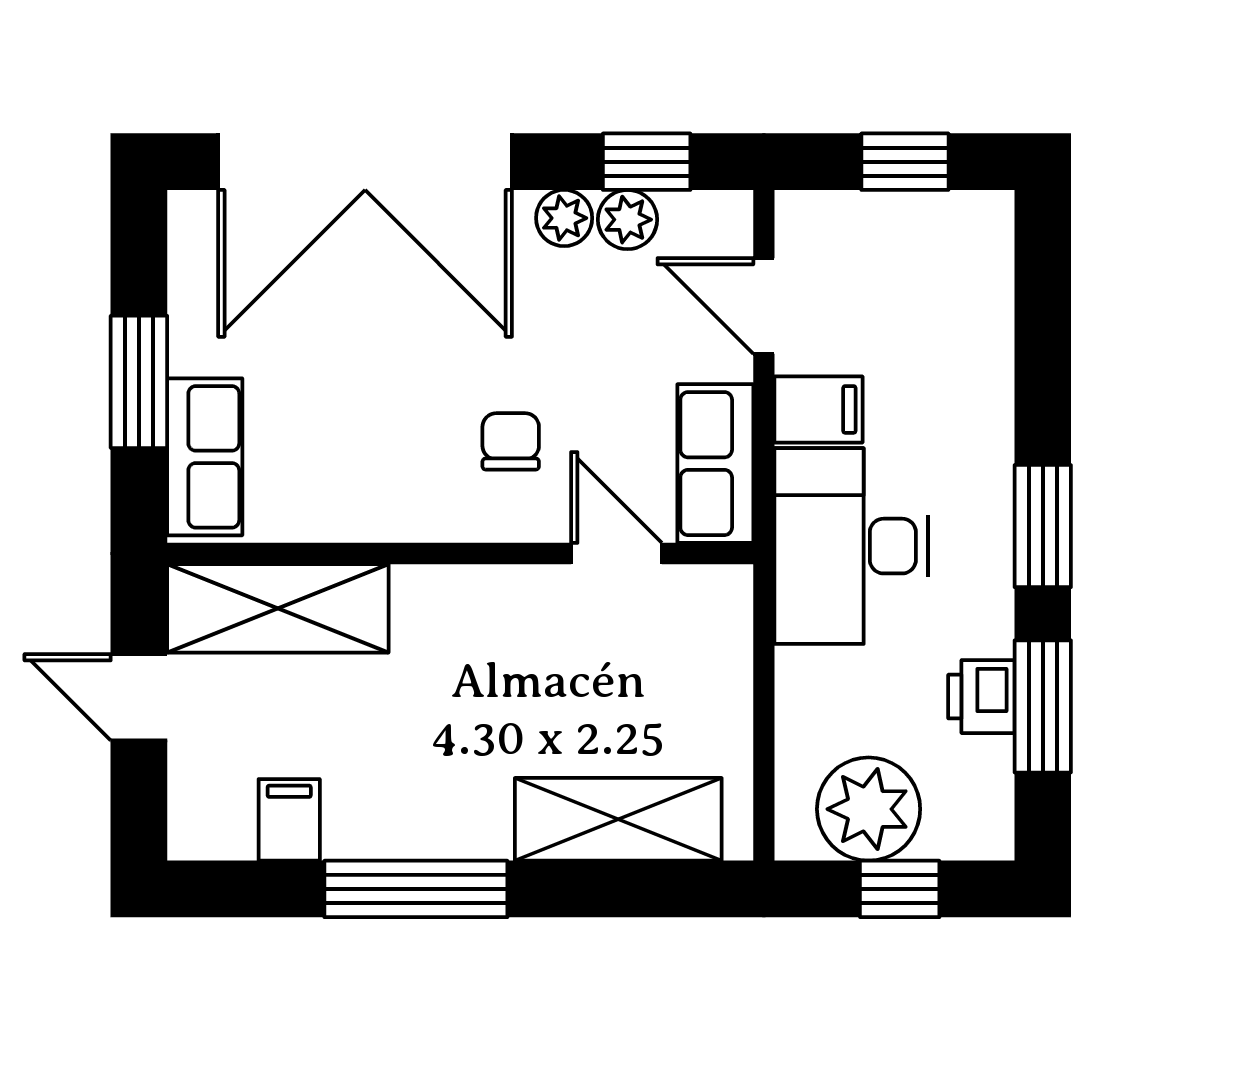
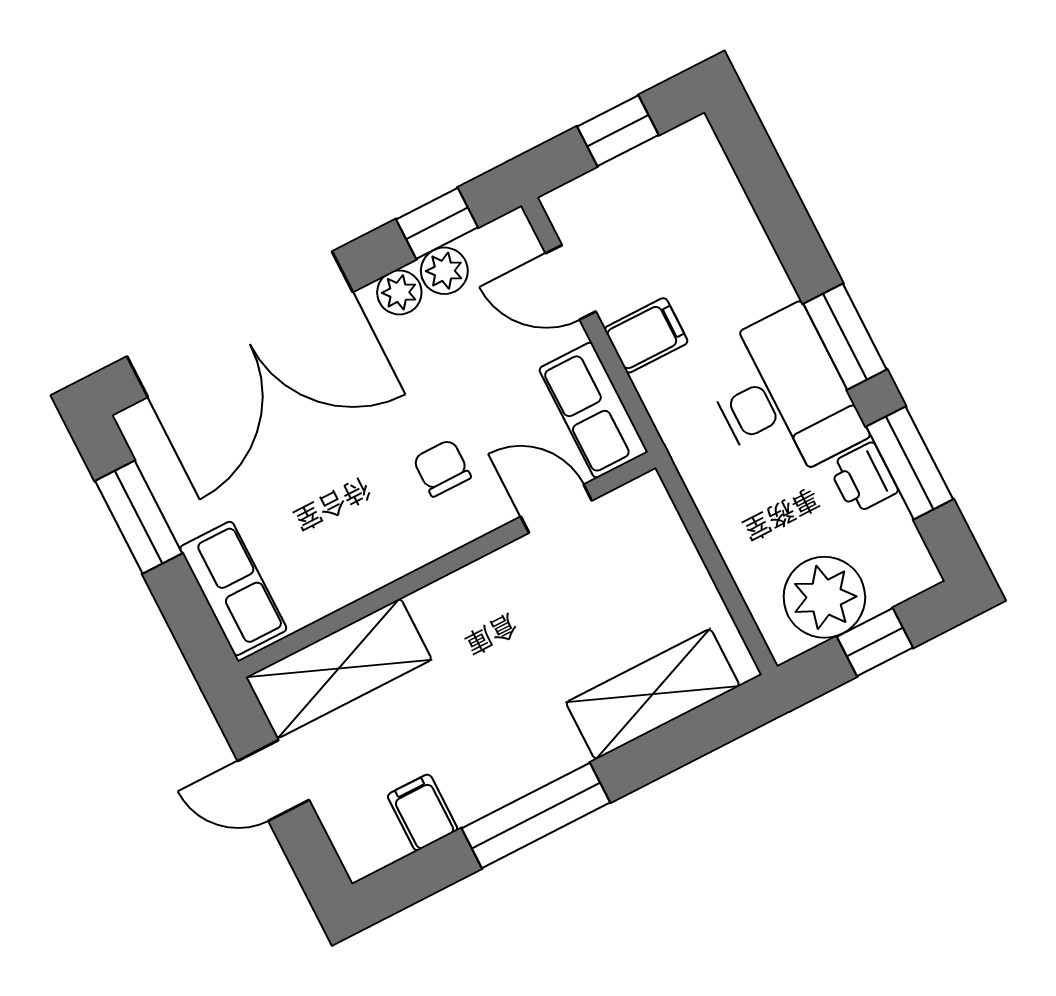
window: (139, 382) -> (139, 517), moved
desk: (851, 546) -> (782, 396), moved, turned 180

